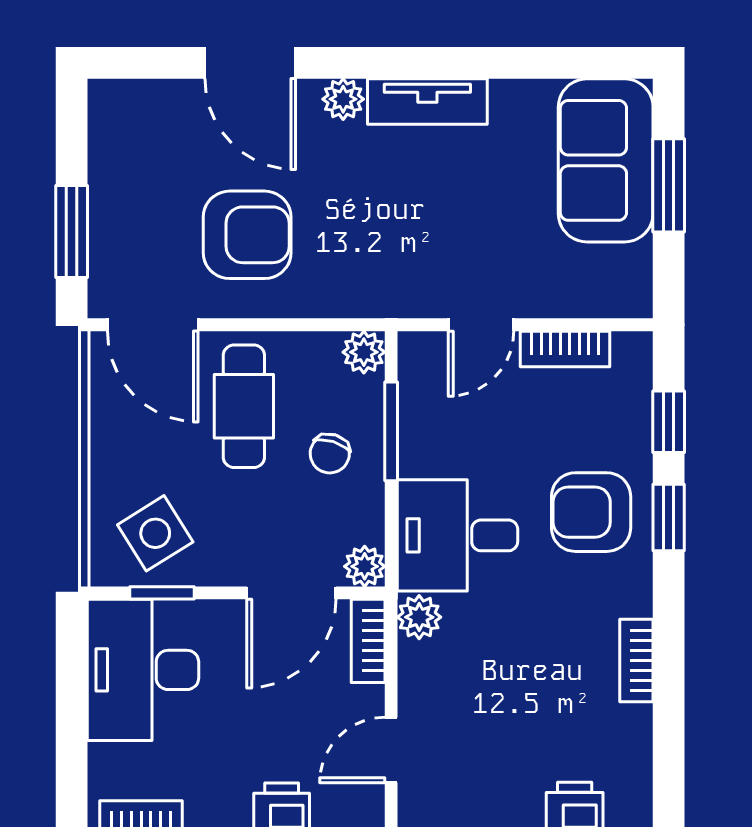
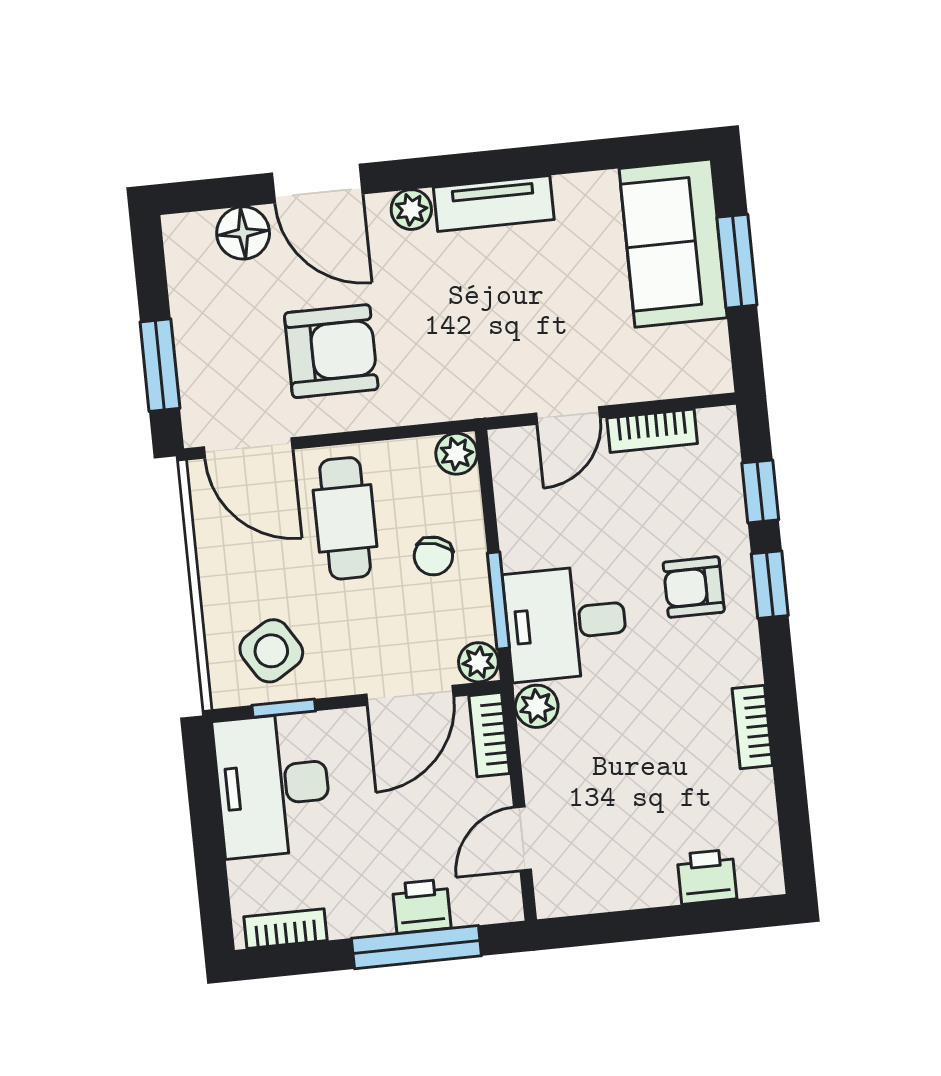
floor lamp: (170, 106) -> (243, 233), added
window: (391, 431) -> (498, 600), moved
armchair: (591, 512) -> (694, 587), width x0.72, depth x0.72

